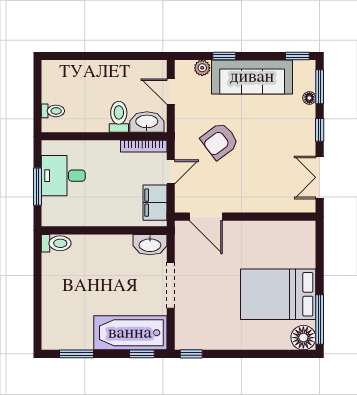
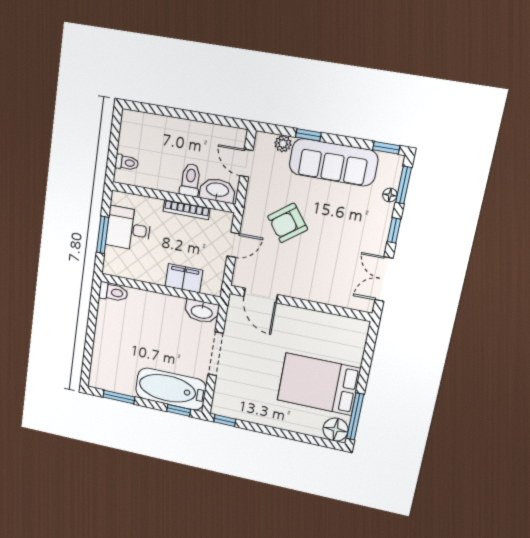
bookcase: (144, 146) -> (187, 210), moved
filing cabinet: (155, 203) -> (184, 278), moved, turned 90

